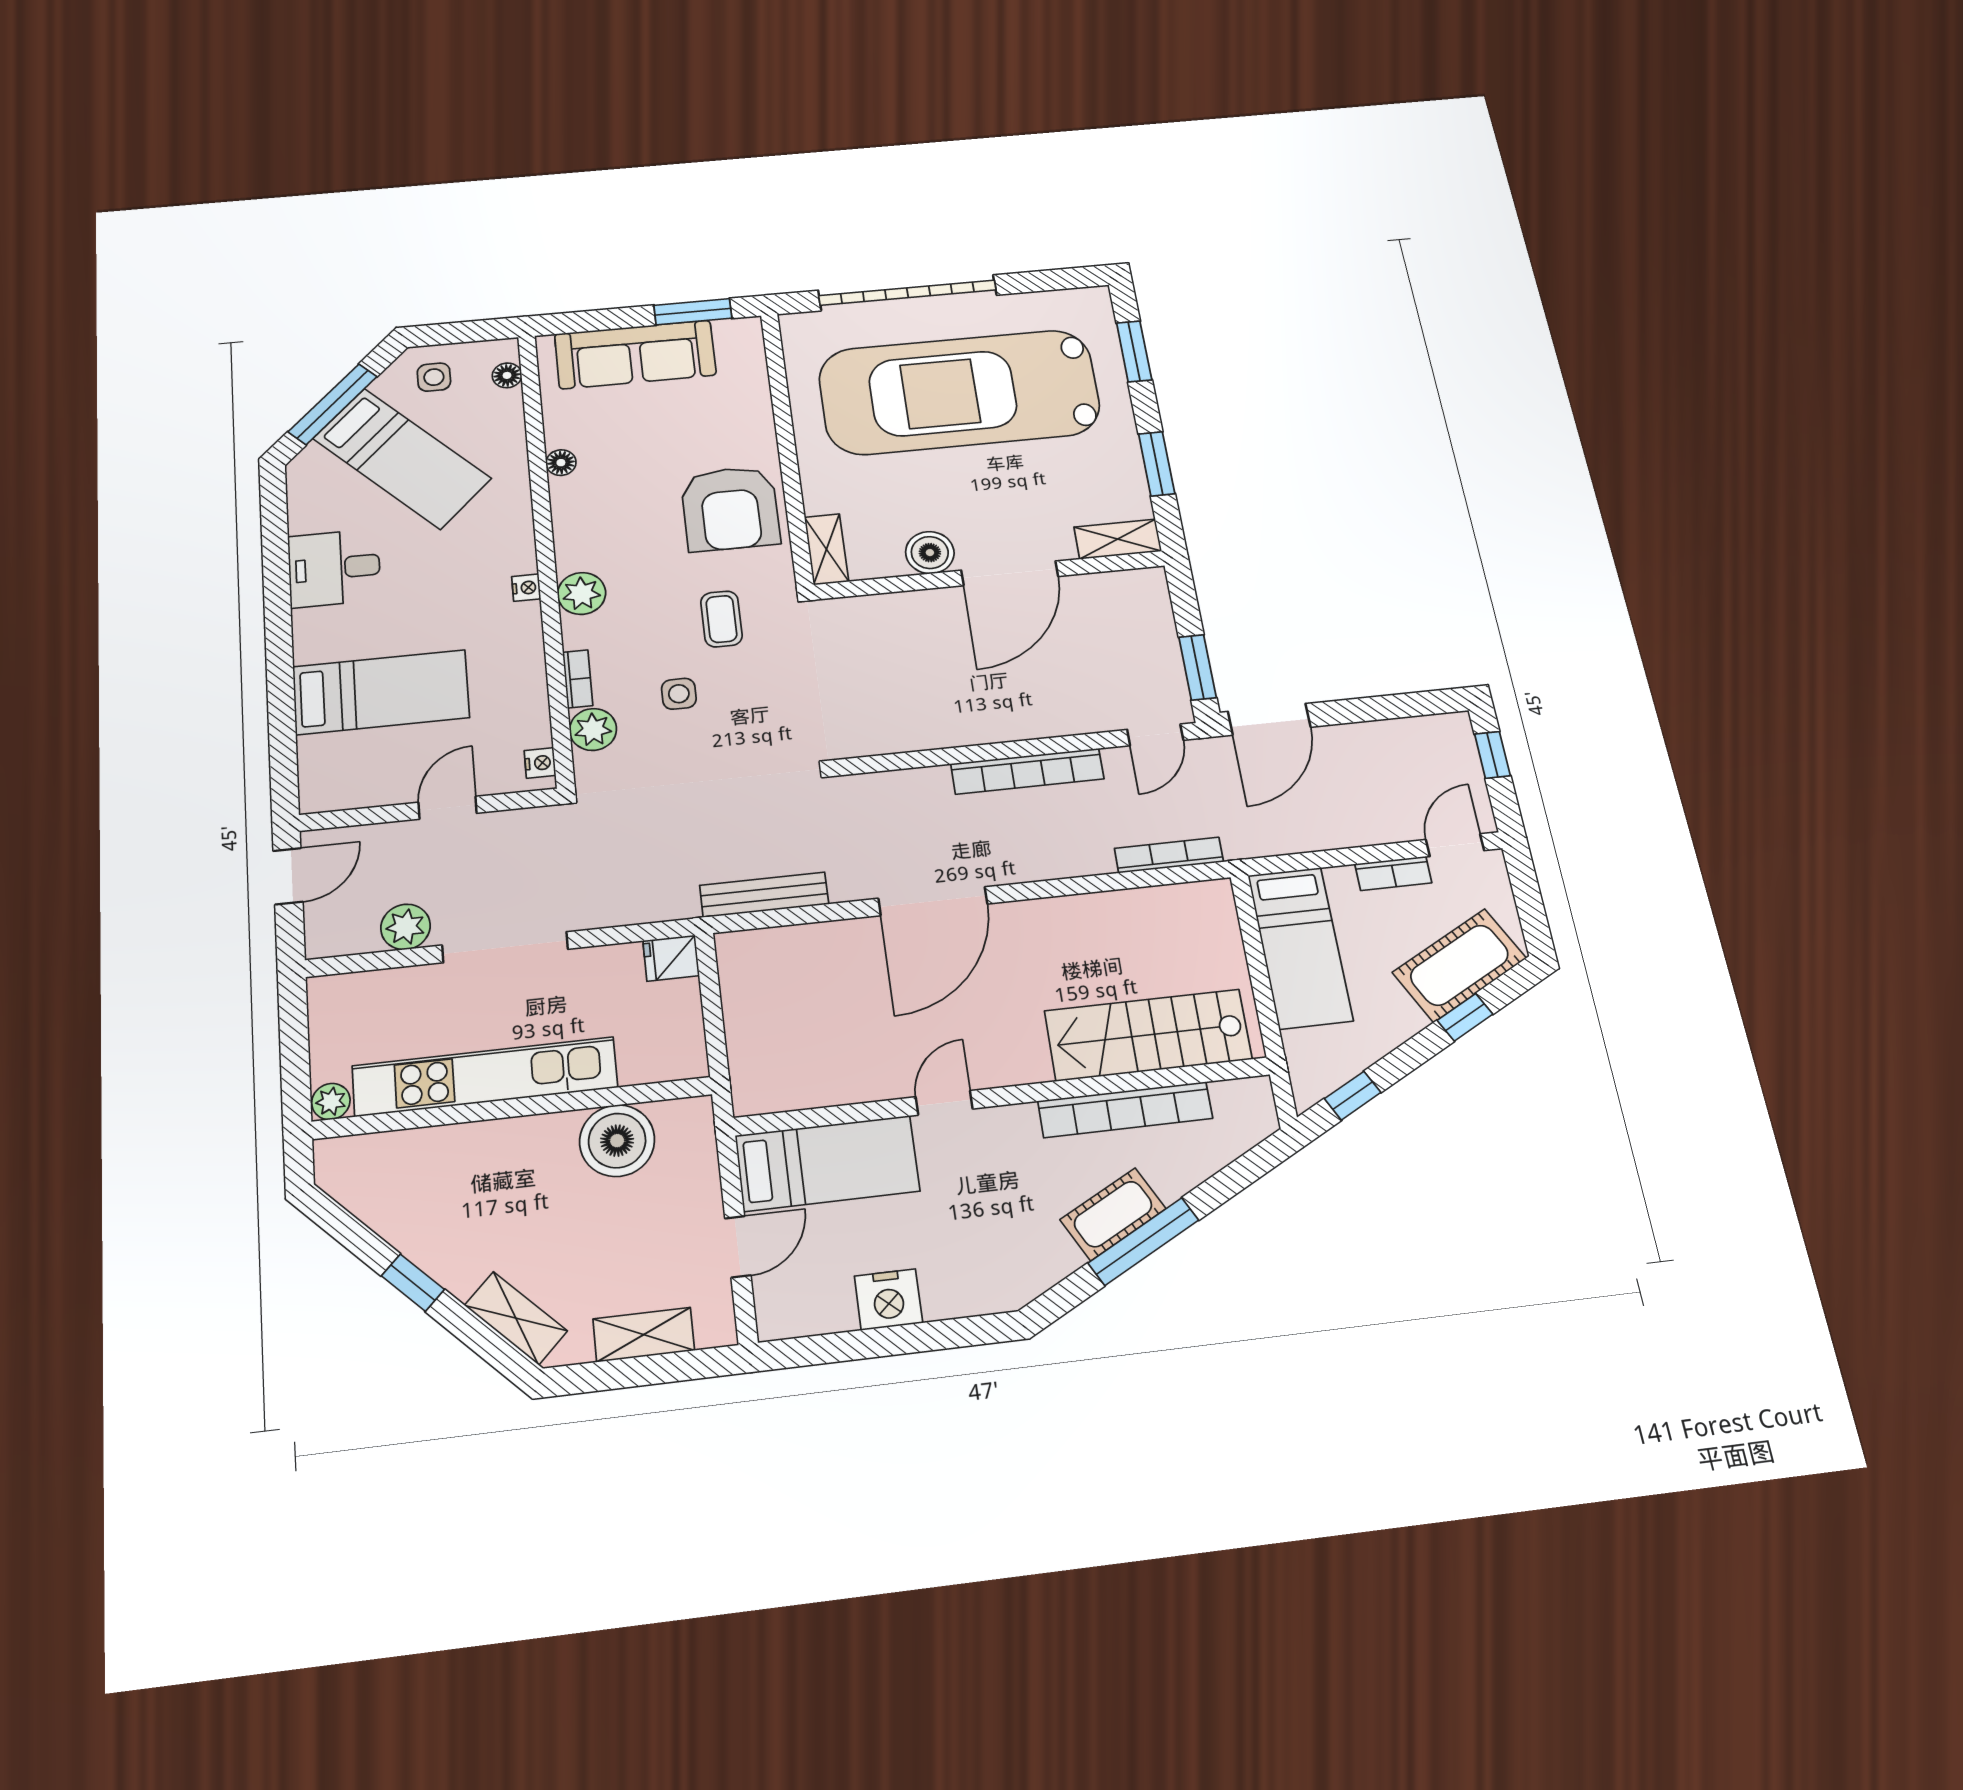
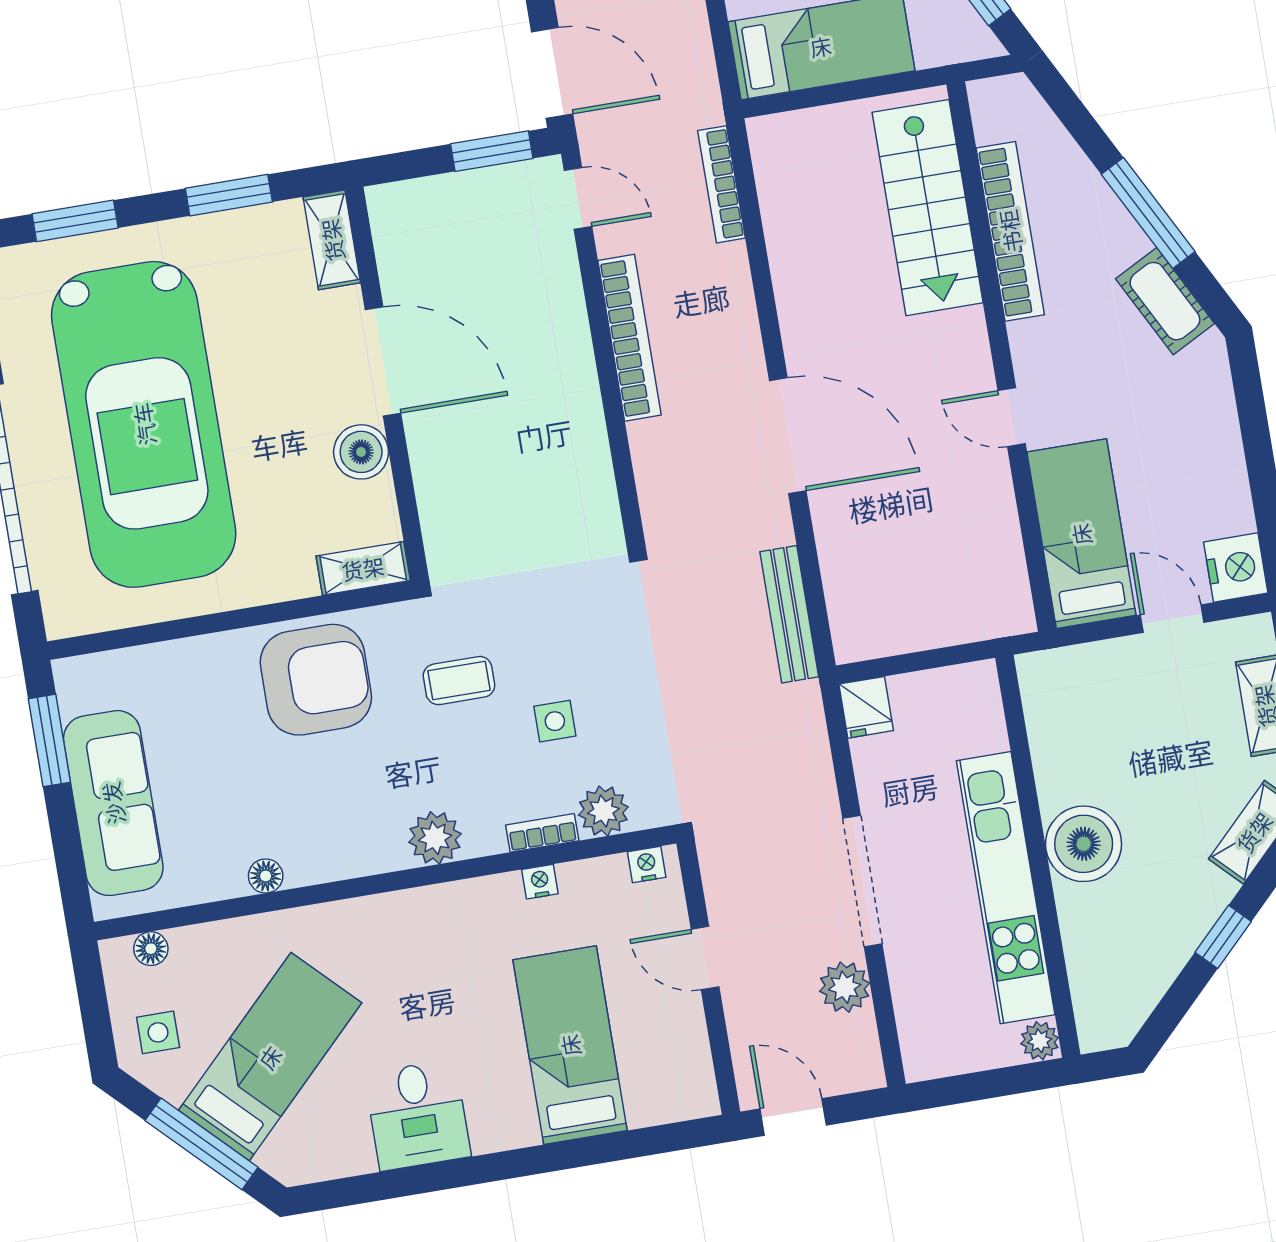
nightstand: (526, 588) -> (540, 882), moved
boiler: (617, 1141) -> (1084, 844), moved
cot: (1113, 1214) -> (1165, 301), moved
nightstand: (888, 1299) -> (1236, 567), moved

